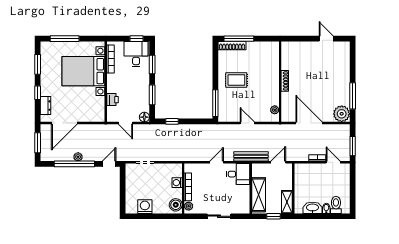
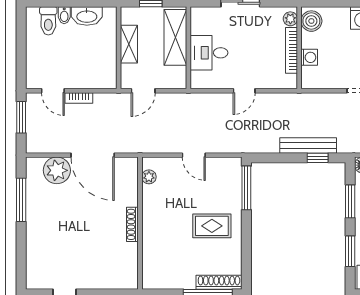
plant: (342, 114) -> (57, 170), moved
bench: (251, 156) -> (308, 145), moved
desk: (238, 174) -> (209, 53), moved
shelving: (287, 202) -> (129, 44), moved

